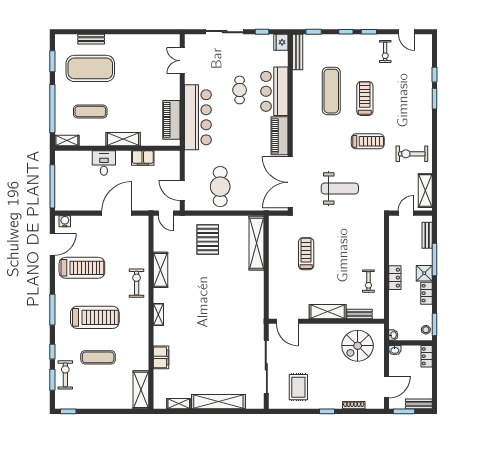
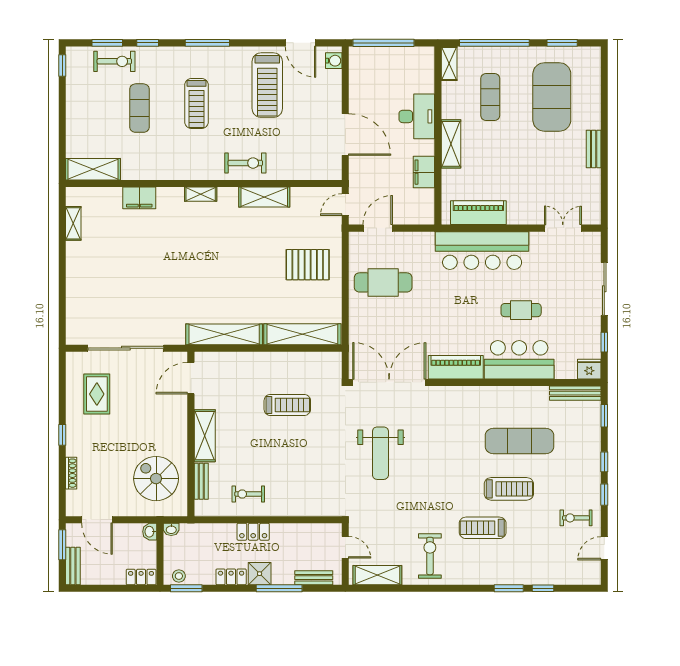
bench: (91, 39) -> (594, 149), moved
treadmill: (368, 141) -> (483, 528), moved, turned 90
desk: (104, 163) -> (417, 116), width x1.37
treadmill: (95, 317) -> (197, 104), width x0.73, depth x0.73
rug: (298, 387) -> (97, 394), turned 90
shelving: (218, 402) -> (224, 334), moved, turned 90

